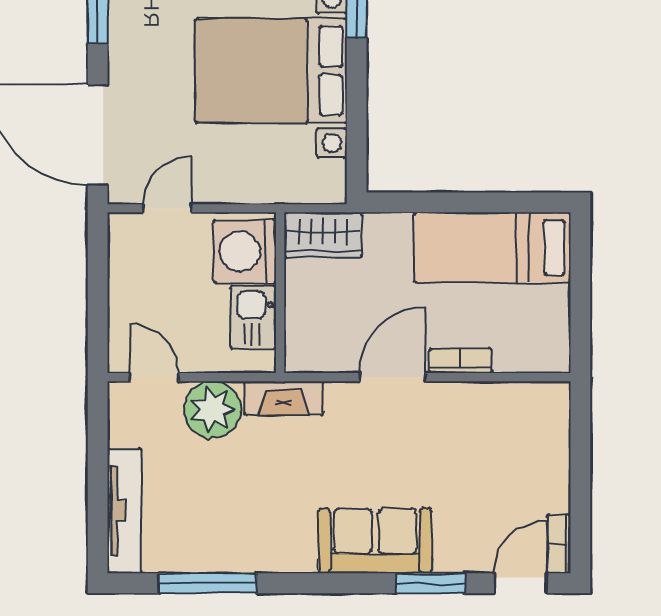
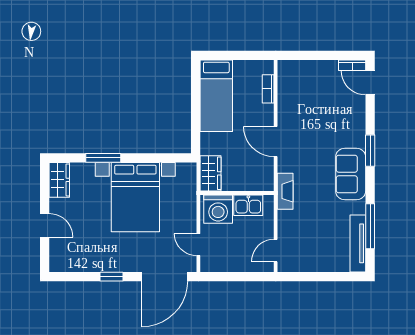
bookcase: (461, 361) -> (268, 89), moved
plant: (213, 409) -> (291, 224), removed
tv unit: (124, 511) -> (358, 243), moved, turned -90
sofa: (375, 541) -> (351, 174), moved
window: (430, 583) -> (370, 151), moved

